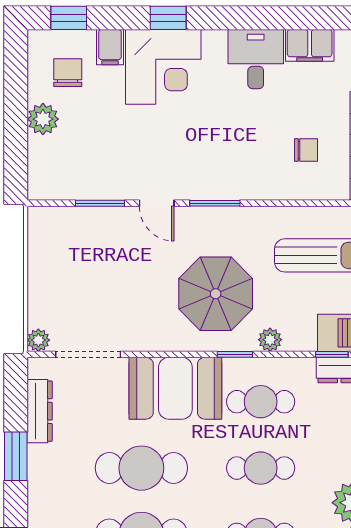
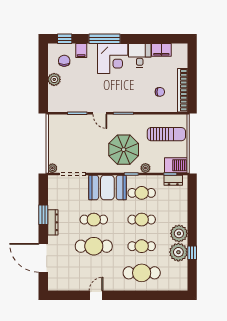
window: (168, 18) -> (104, 39), width x2.17
corner desk: (163, 67) -> (113, 58), moved
dresser: (40, 411) -> (53, 222), moved
cafe table: (141, 468) -> (94, 220), width x0.73, depth x0.74

